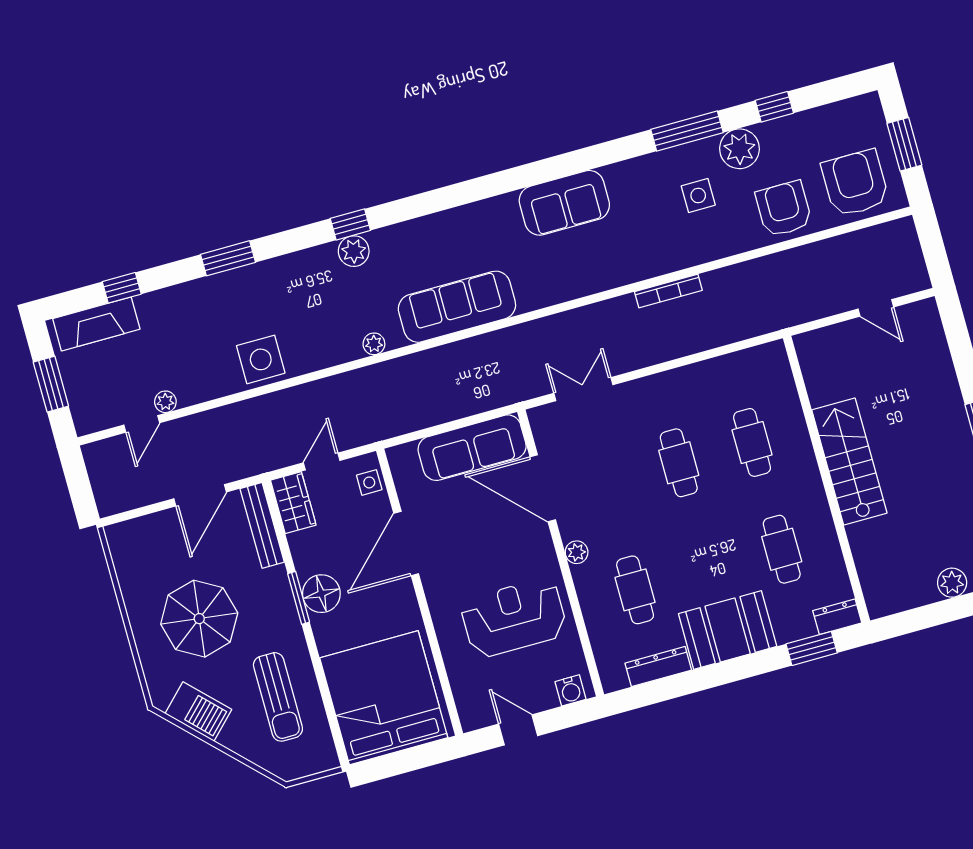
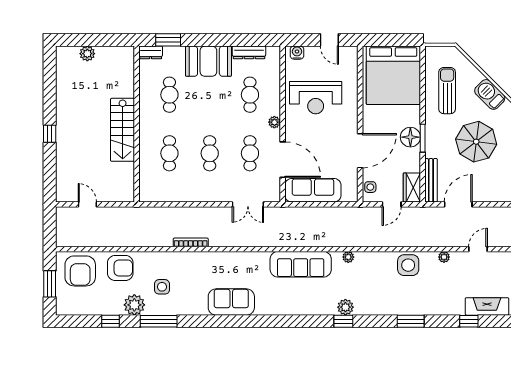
armchair: (784, 209) -> (120, 268), turned -90
plant: (165, 402) -> (444, 257), moved
cafe table: (605, 483) -> (250, 153), added

